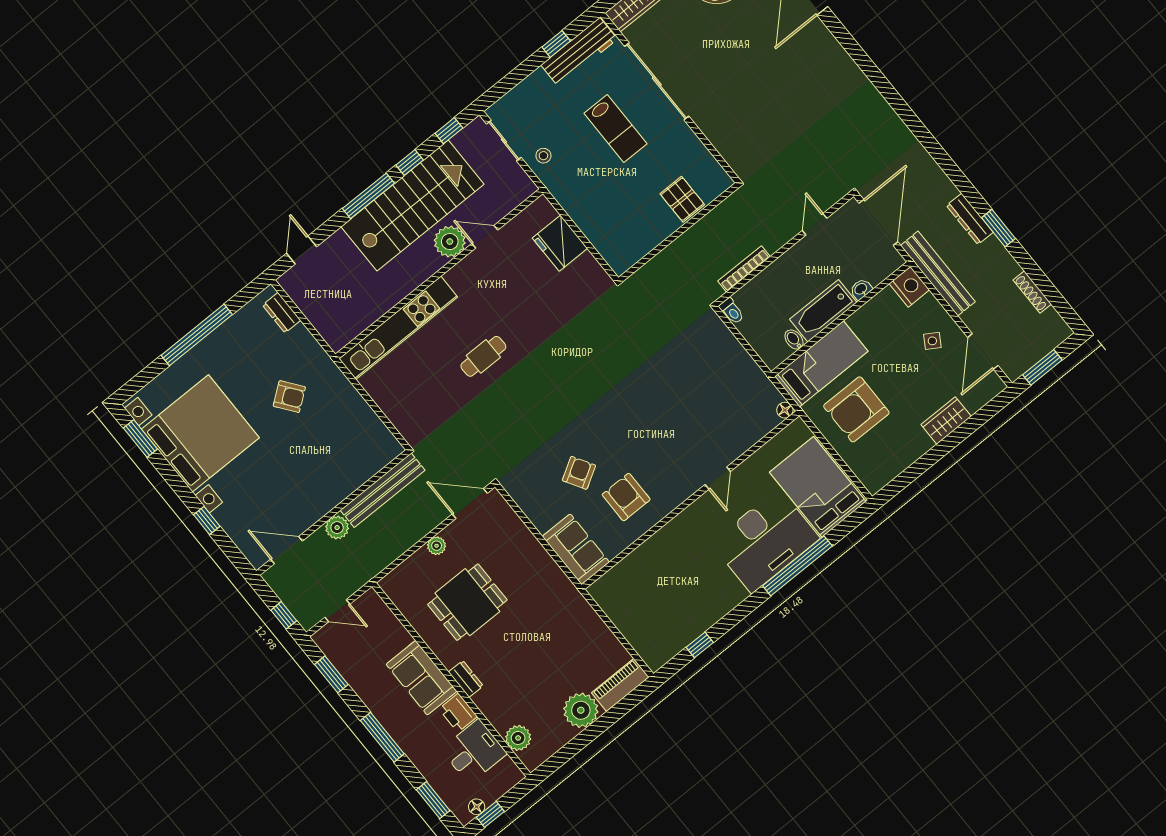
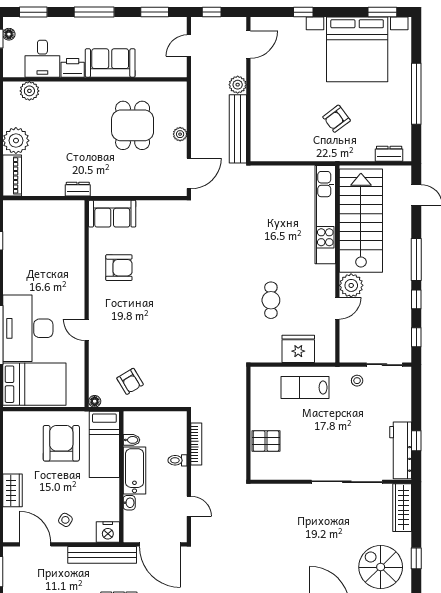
lab bench: (615, 128) -> (305, 388), moved
stairs: (413, 206) -> (361, 221), moved, turned 180
toilet: (732, 311) -> (178, 460), moved
cafe table: (483, 356) -> (271, 300), moved
armchair: (579, 473) -> (130, 381), moved
dresser: (466, 679) -> (78, 189), moved, turned 180

